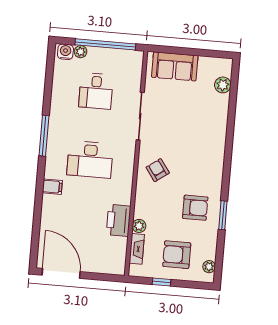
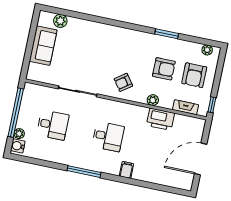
sofa: (175, 66) -> (43, 46), moved
desk: (90, 159) -> (108, 136), width x0.73
armchair: (195, 208) -> (164, 69), moved, turned 90
plant: (139, 226) -> (153, 100), moved
door: (61, 273) -> (201, 159), moved
window: (162, 282) -> (212, 105), moved

